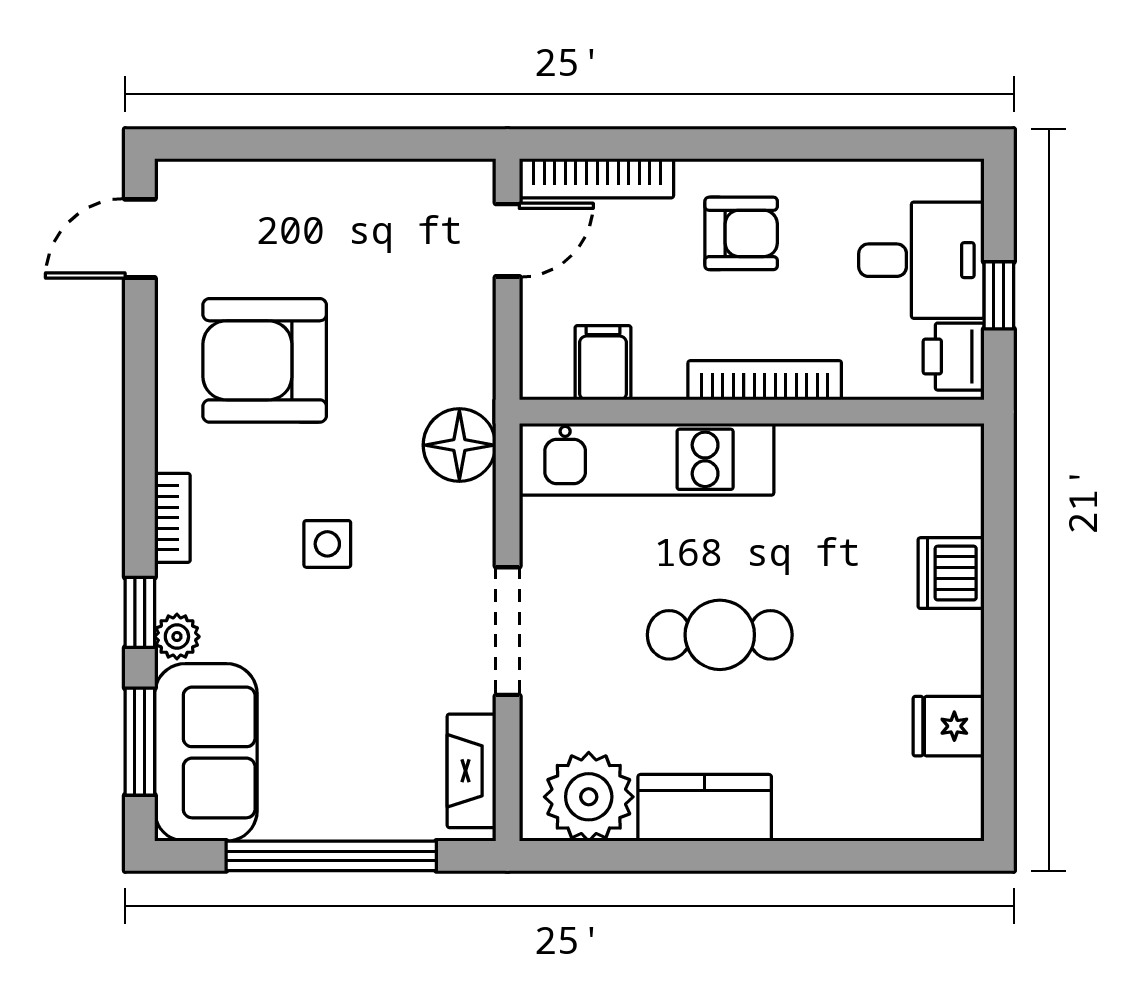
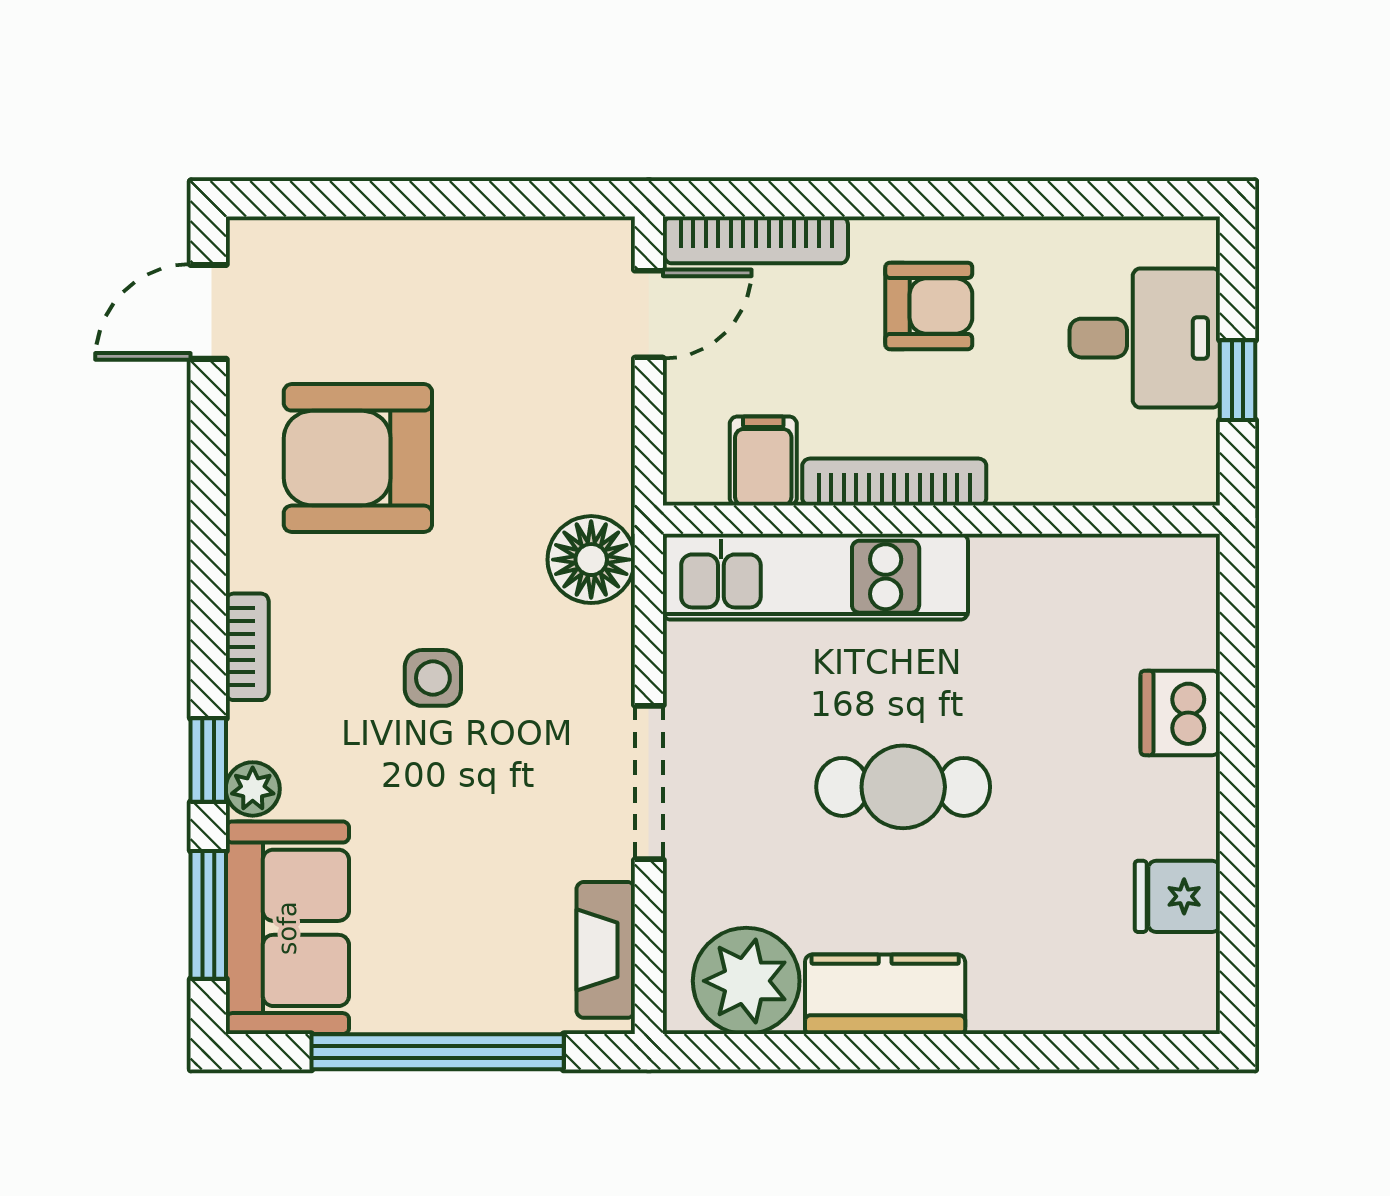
printer: (954, 357) -> (1183, 453), removed
bookcase: (765, 380) -> (894, 482), moved

